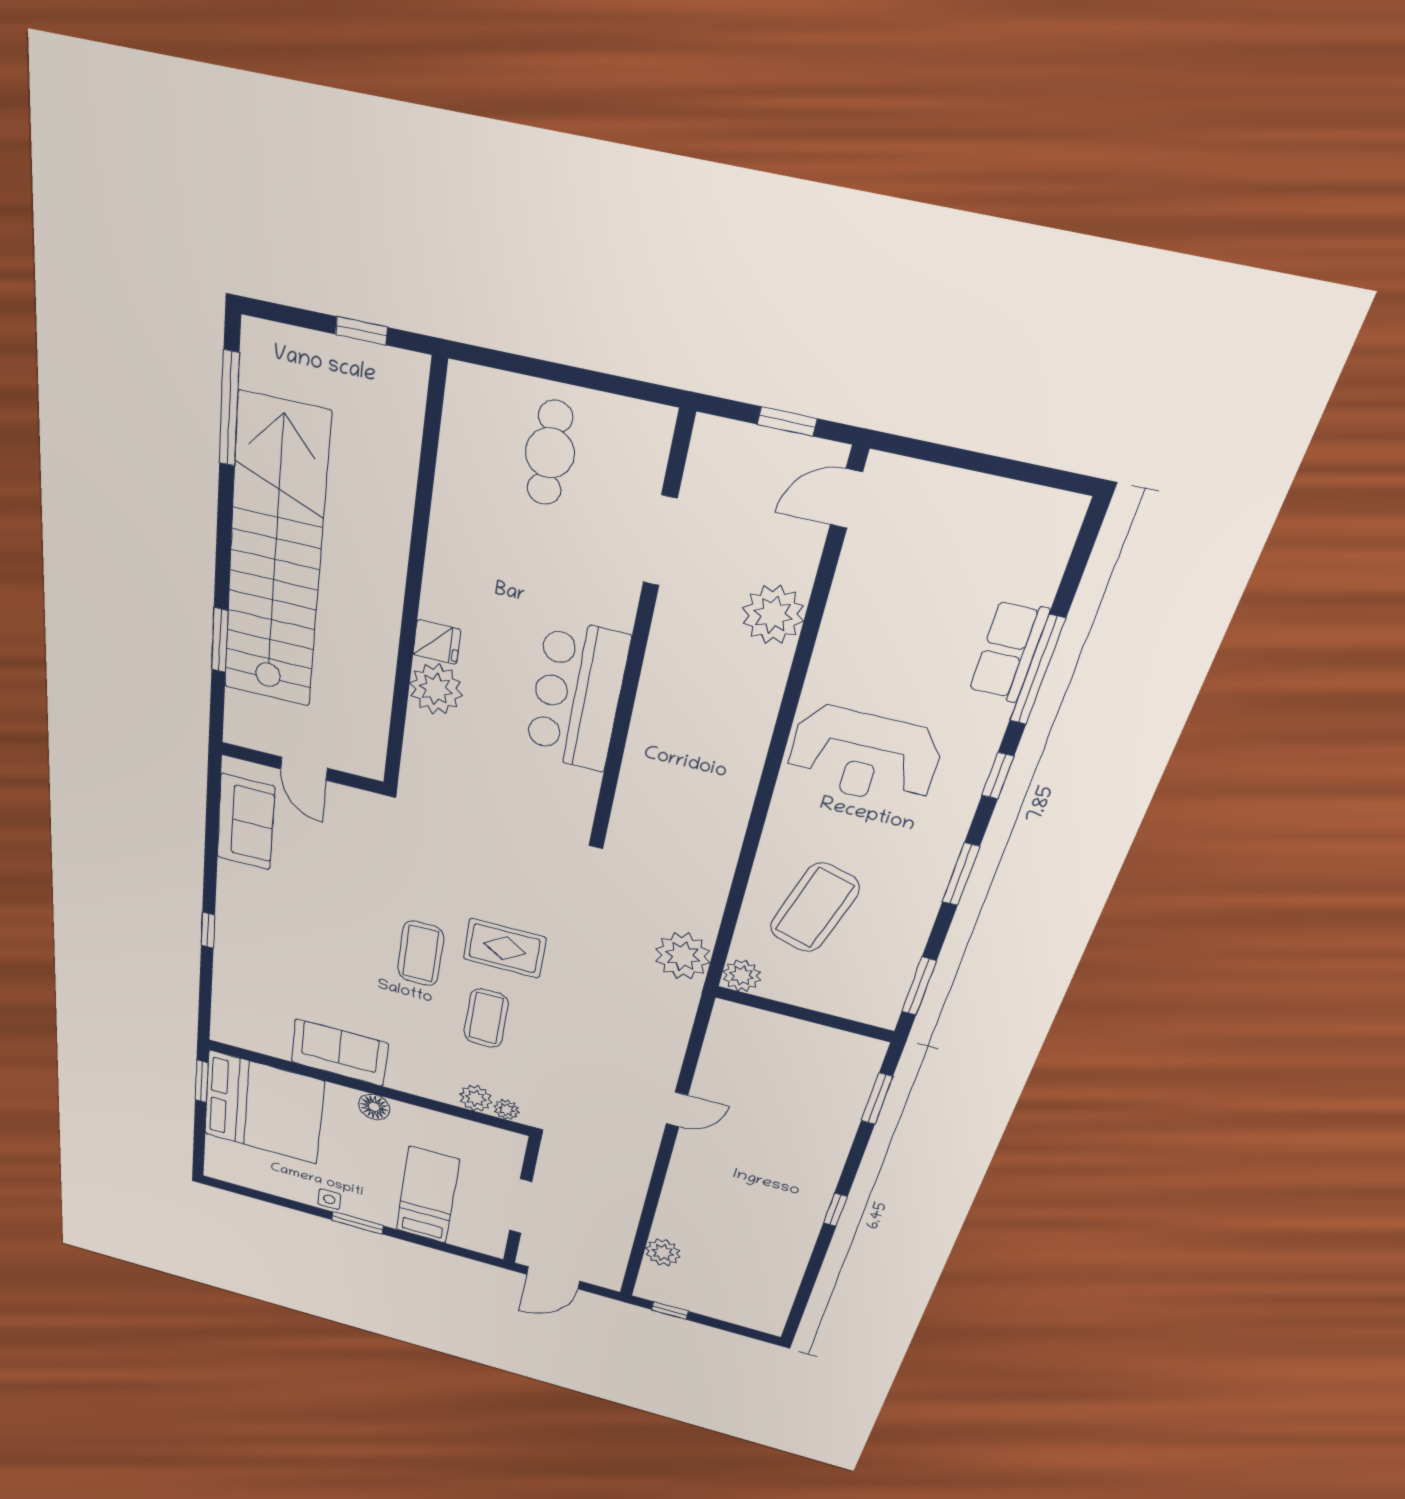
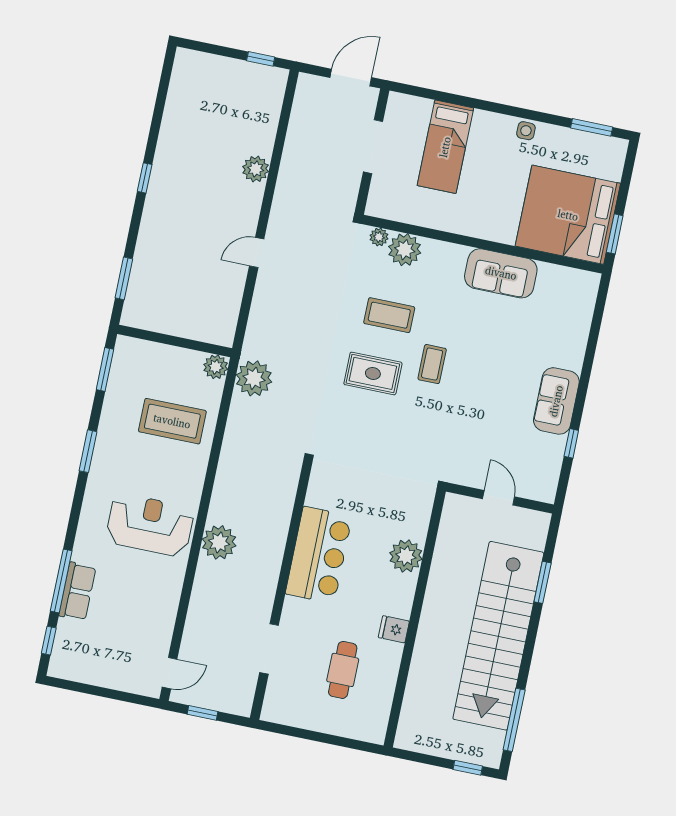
window: (361, 331) -> (468, 768), moved
cafe table: (550, 453) -> (343, 670), moved
plant: (773, 615) -> (219, 542), moved
fridge: (437, 642) -> (394, 629), moved
window: (998, 776) -> (49, 641), moved
sofa: (246, 822) -> (556, 401), moved
coffee table: (815, 908) -> (172, 421), turned 74
window: (208, 930) -> (571, 443), moved
coffee table: (421, 953) -> (432, 364), width x0.73, depth x0.77
coffee table: (486, 1018) -> (389, 315), turned 90
plant: (476, 1098) -> (405, 250), width x1.36, depth x1.36
floor lamp: (374, 1107) -> (479, 227), removed
window: (357, 1223) -> (592, 127), moved
plant: (663, 1252) -> (256, 169), moved

